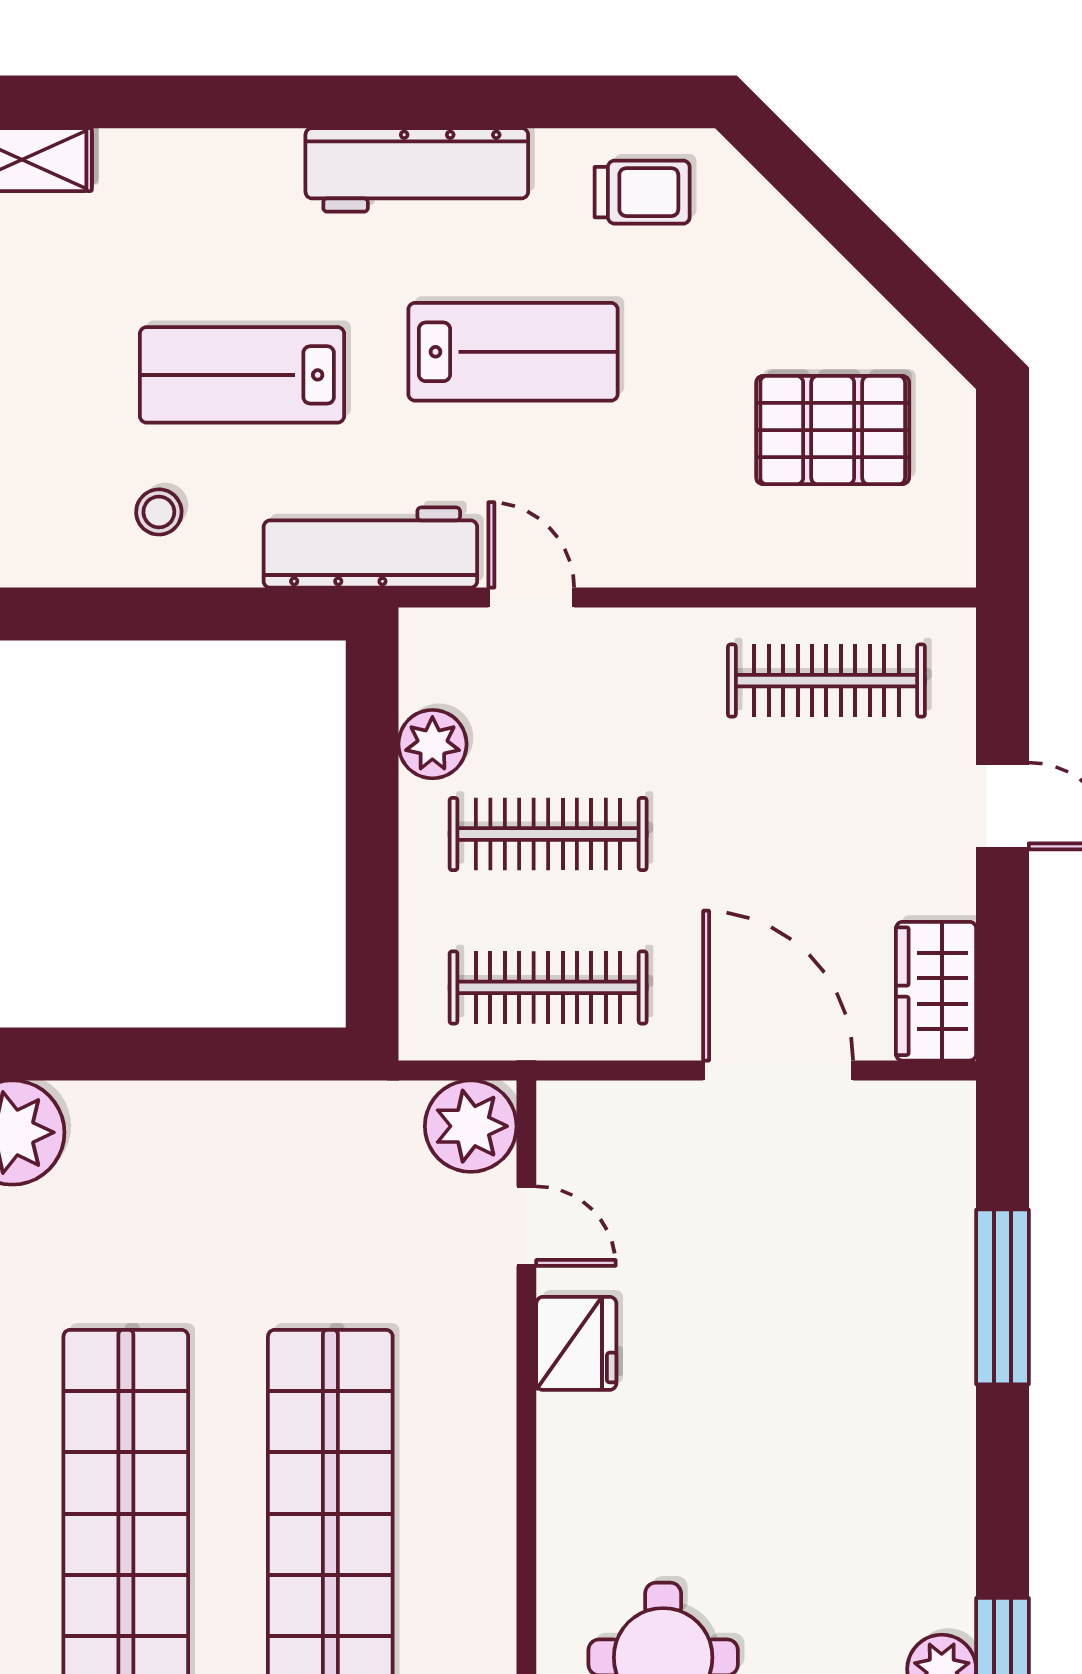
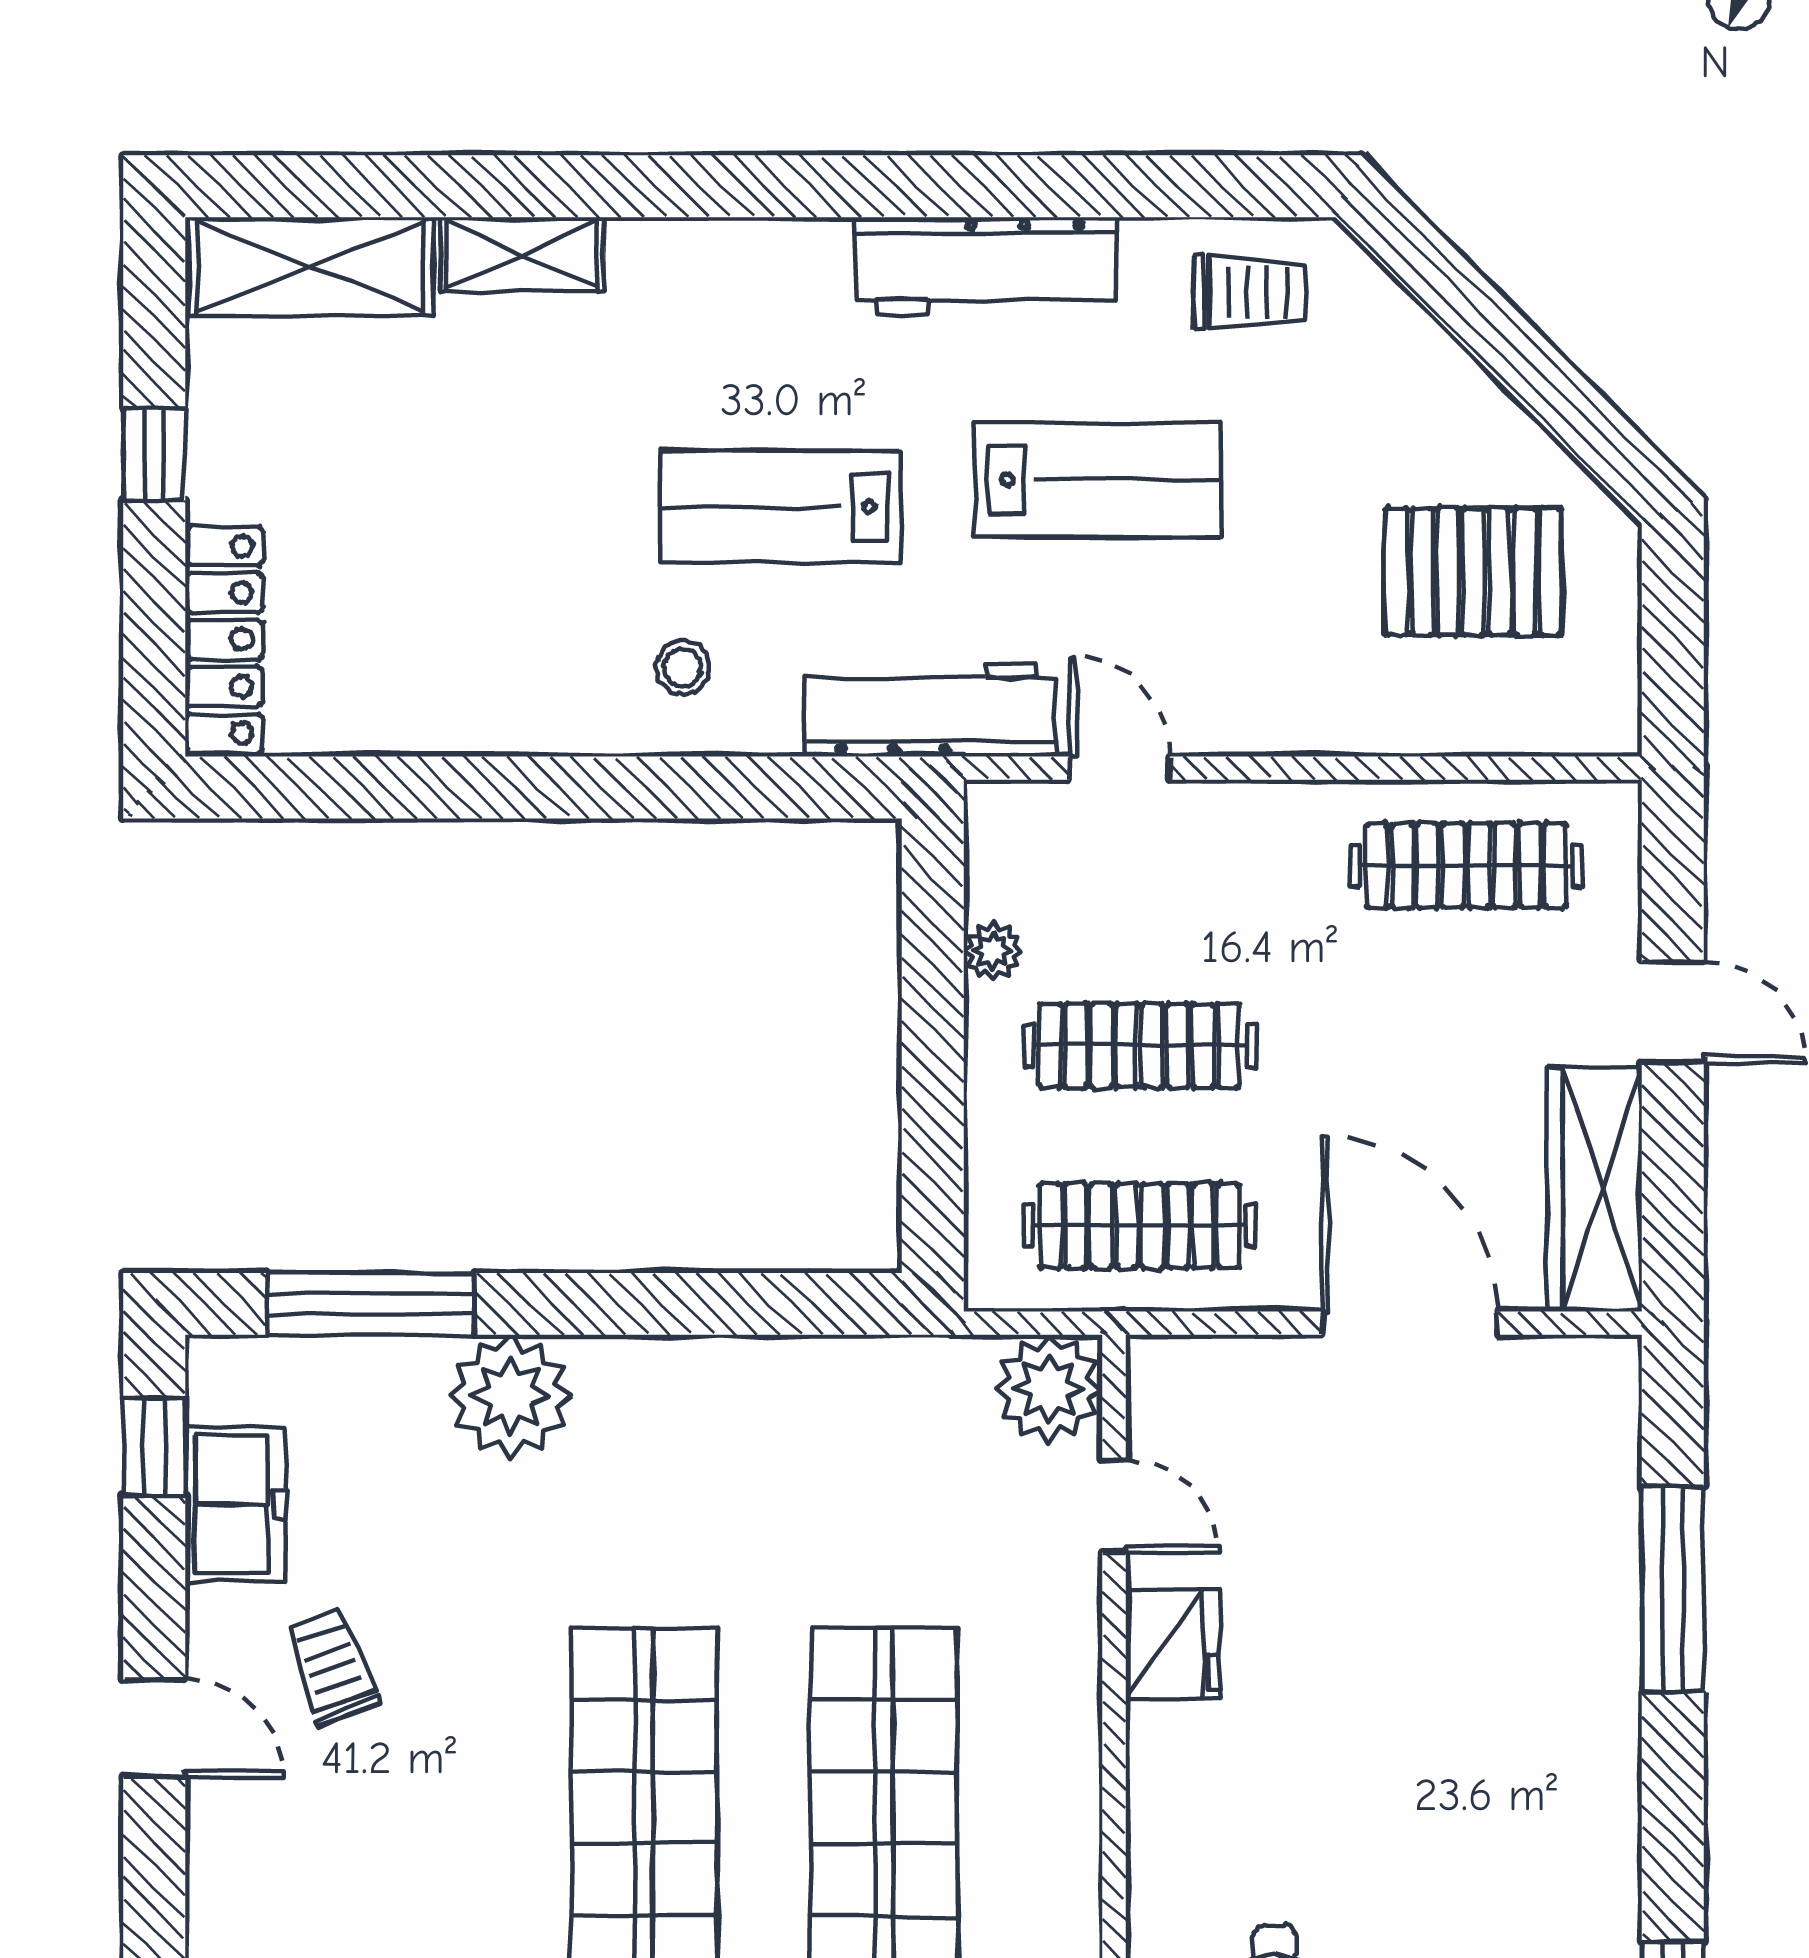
plant: (432, 744) -> (993, 951), width x0.73, depth x0.73
wardrobe: (936, 991) -> (1595, 1189), width x1.50

